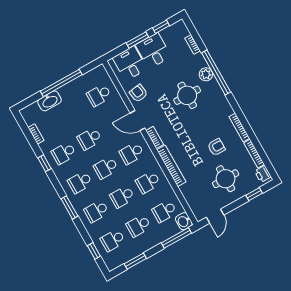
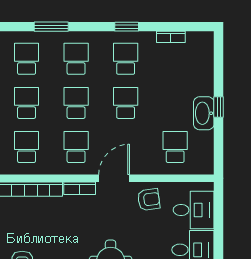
window: (137, 40) -> (219, 237), removed
window: (61, 83) -> (219, 107), width x0.32
washbasin: (50, 101) -> (204, 113), moved

